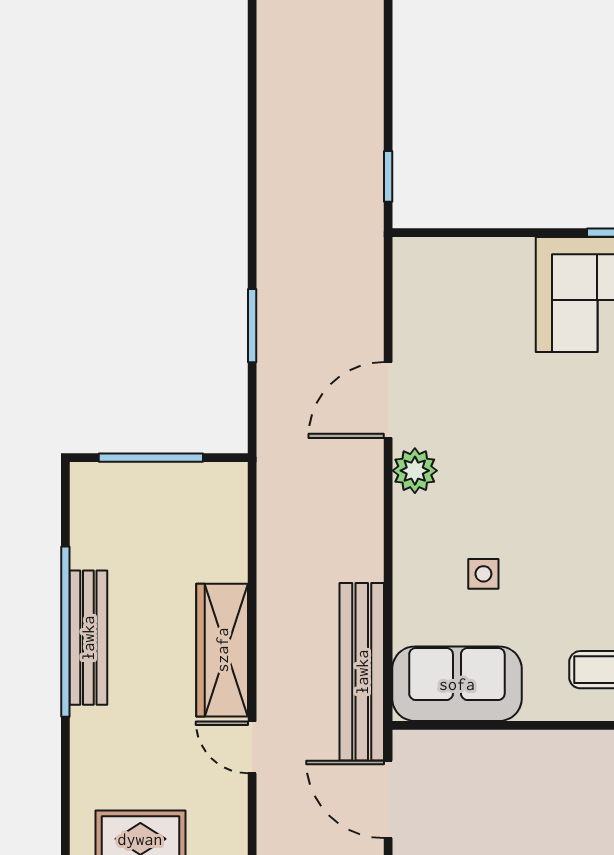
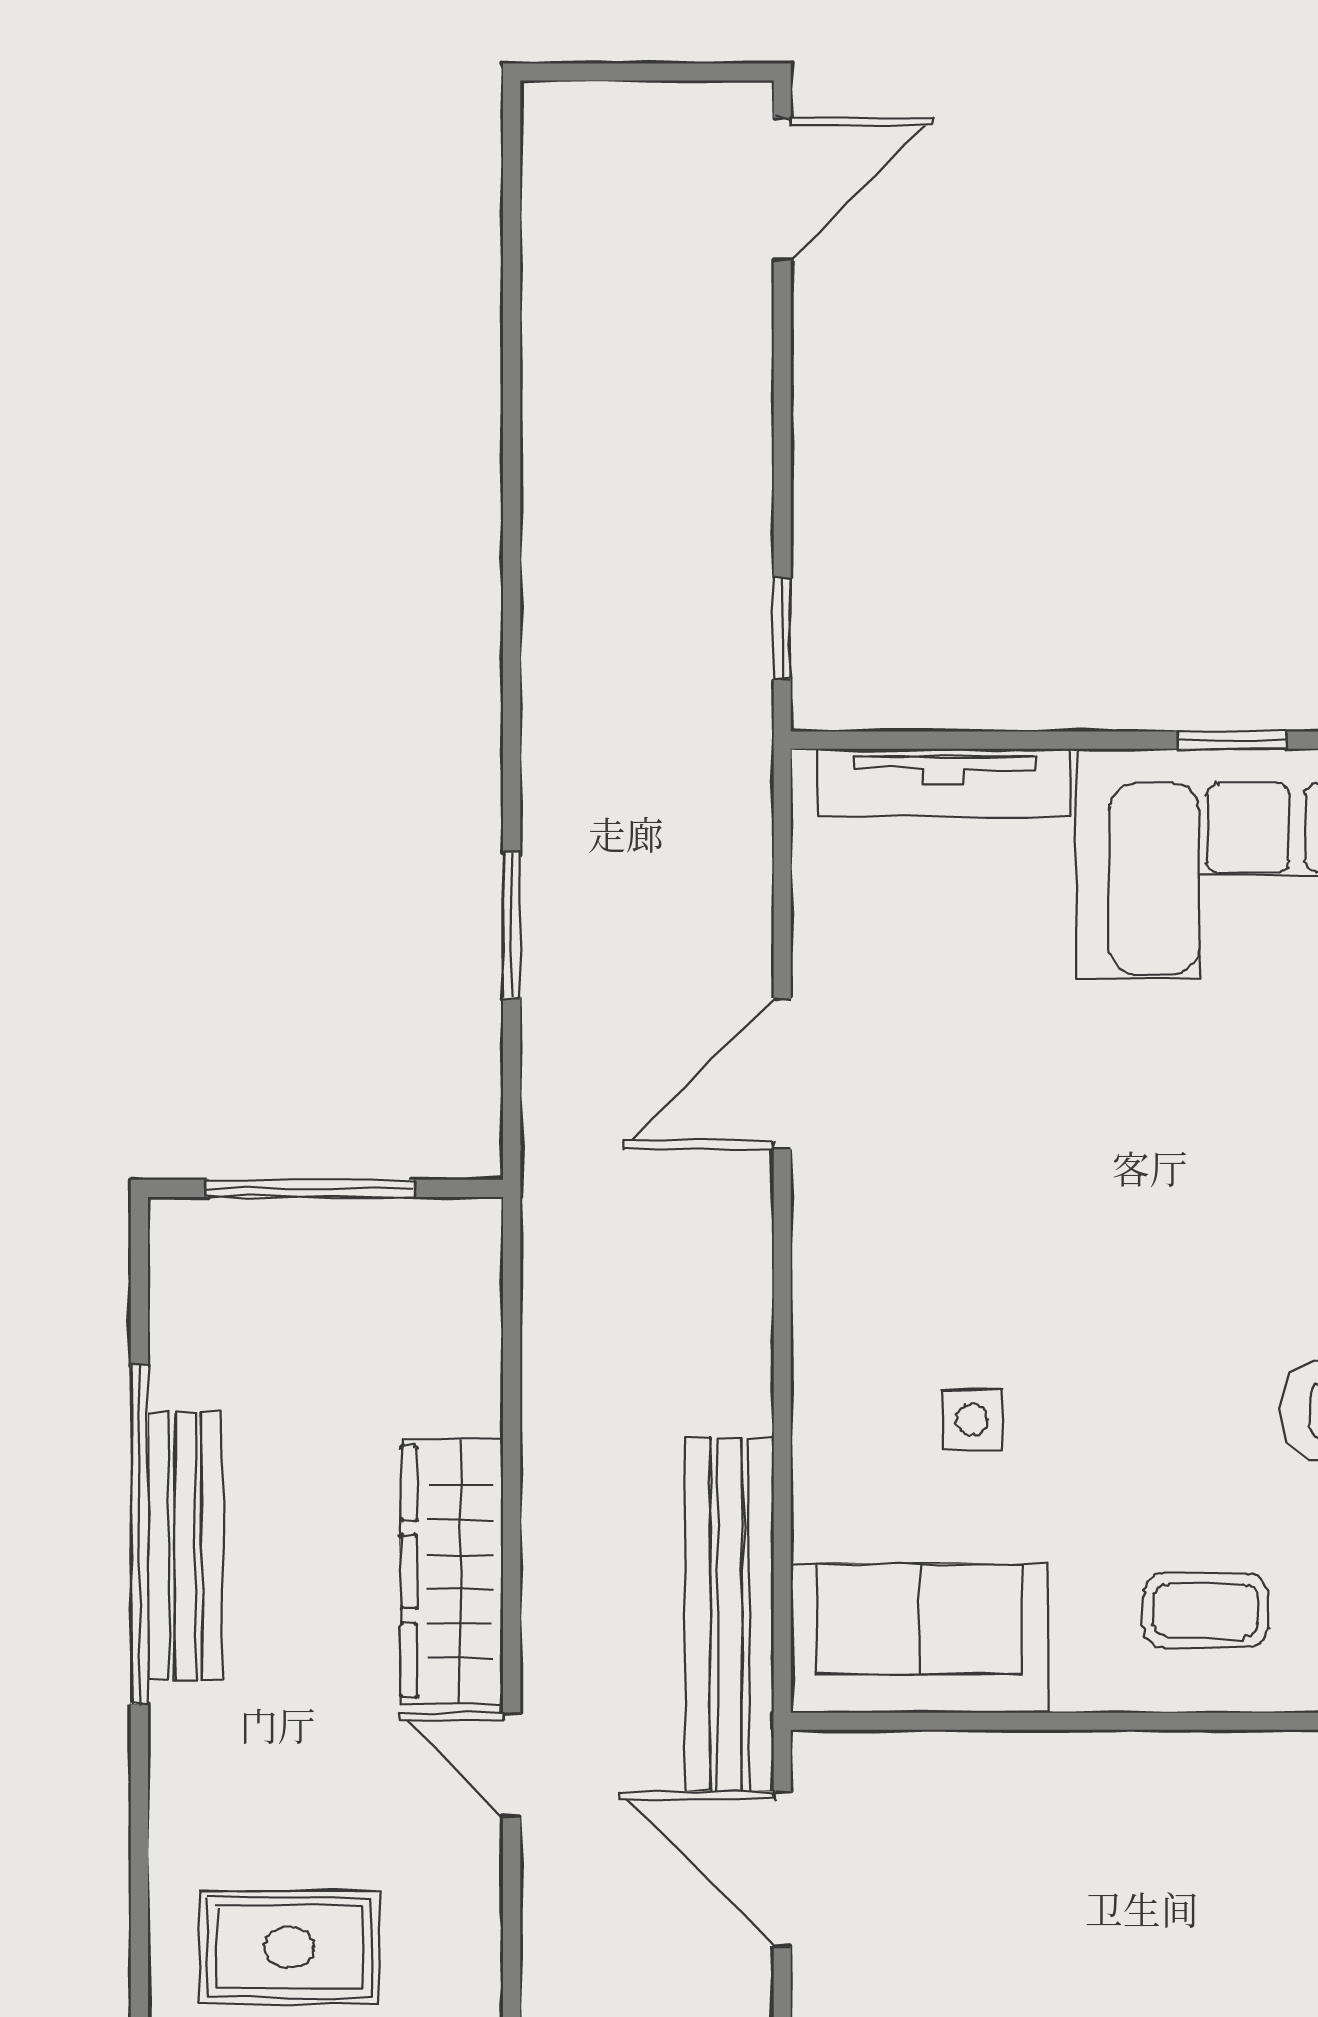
tv unit: (470, 254) -> (944, 783), added
plant: (415, 471) -> (835, 1214), removed

